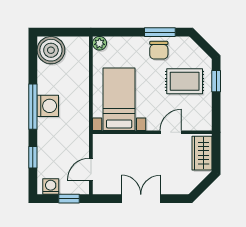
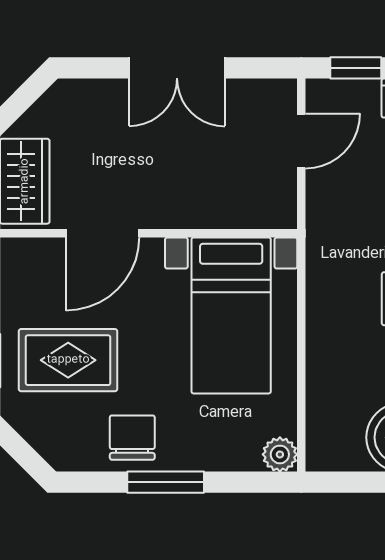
window: (160, 32) -> (166, 482), moved
door: (171, 132) -> (103, 233), width x1.38

